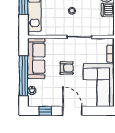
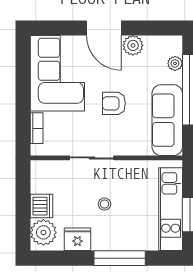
plant: (56, 101) -> (133, 45), added
window: (45, 111) -> (151, 28), removed

